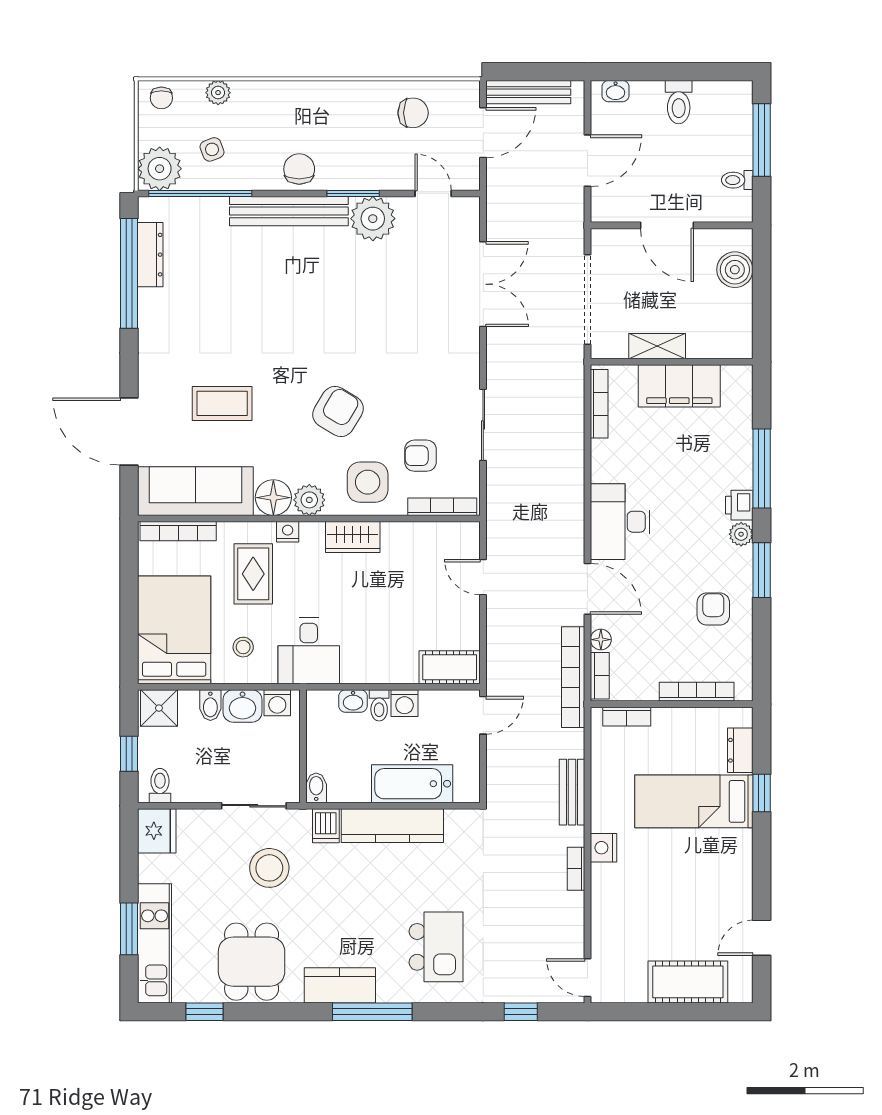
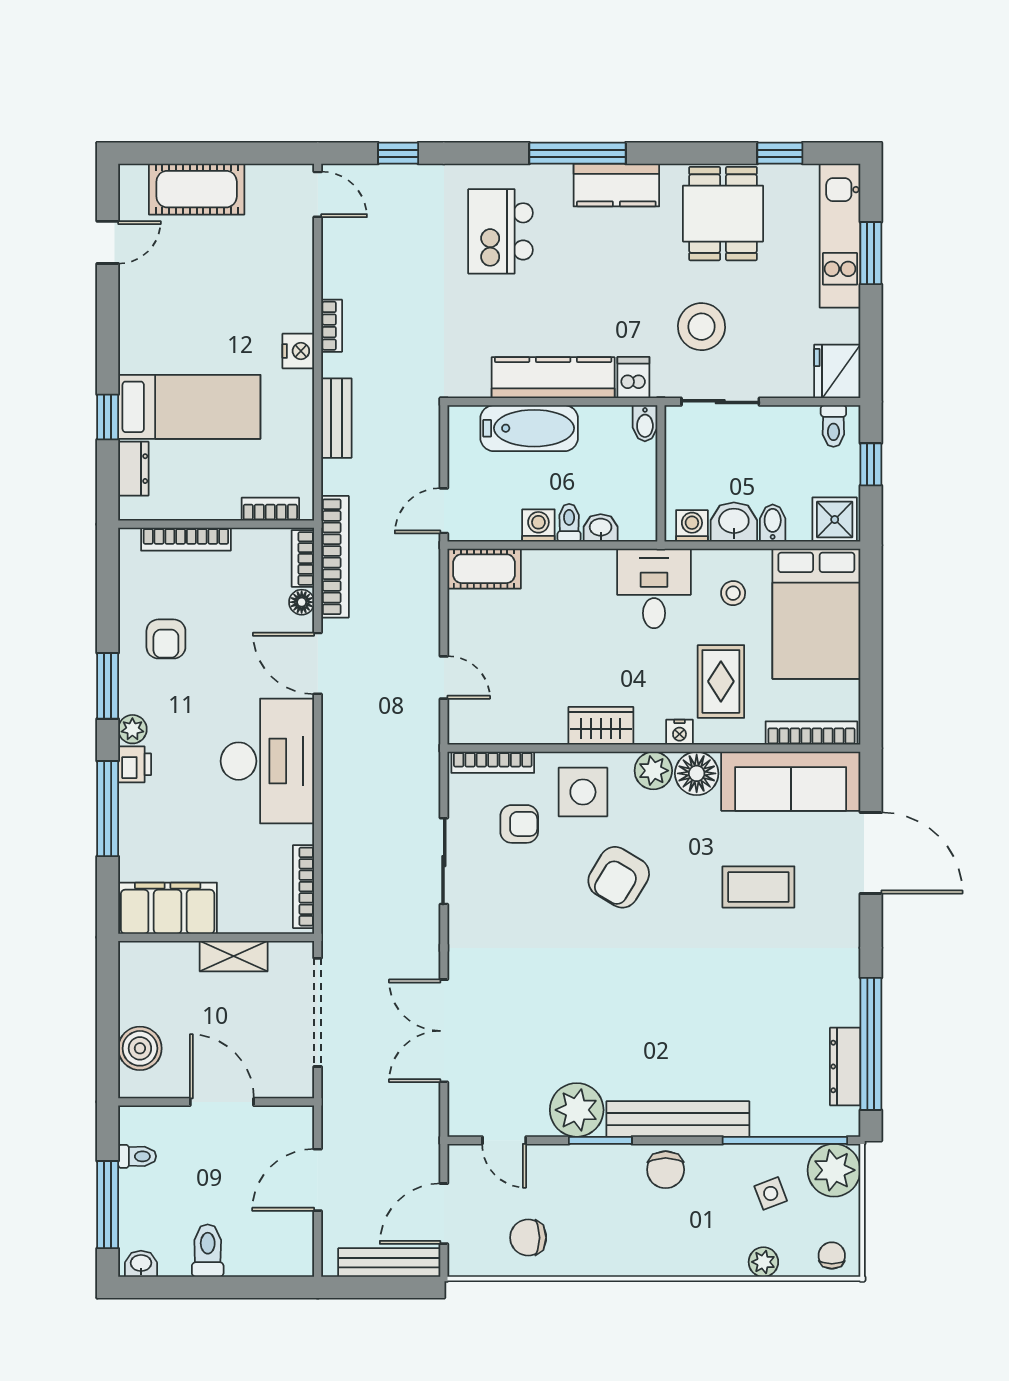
washbasin: (616, 91) -> (141, 1264), moved
filing cabinet: (679, 386) -> (168, 908), moved
desk: (620, 522) -> (267, 761), width x1.36, depth x1.30

